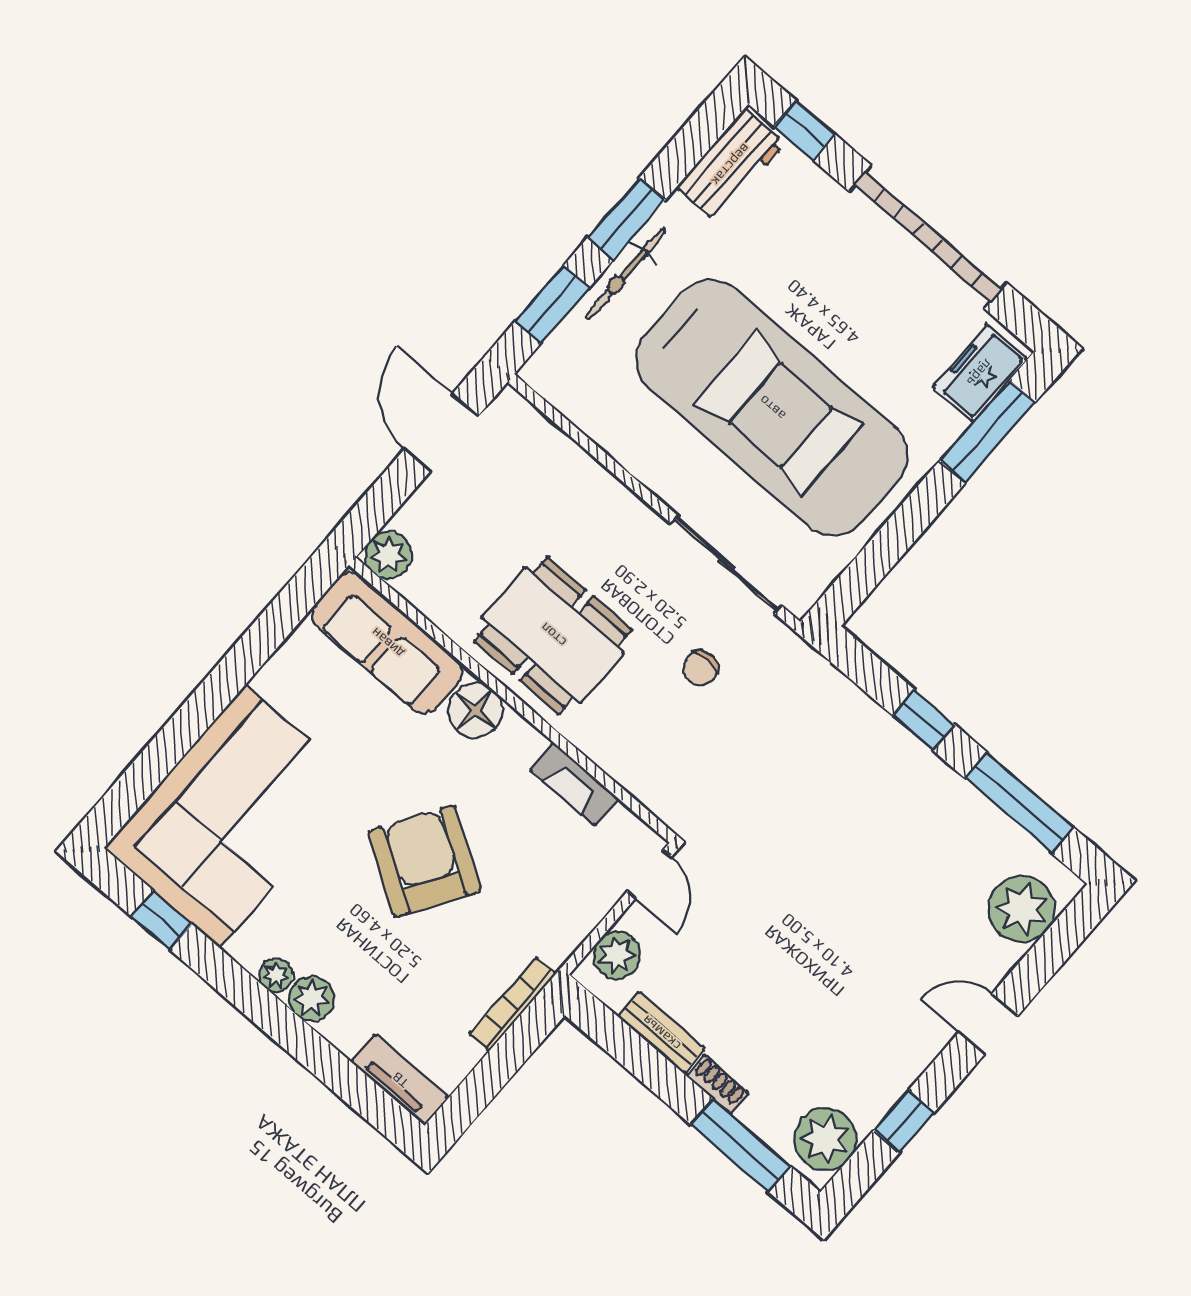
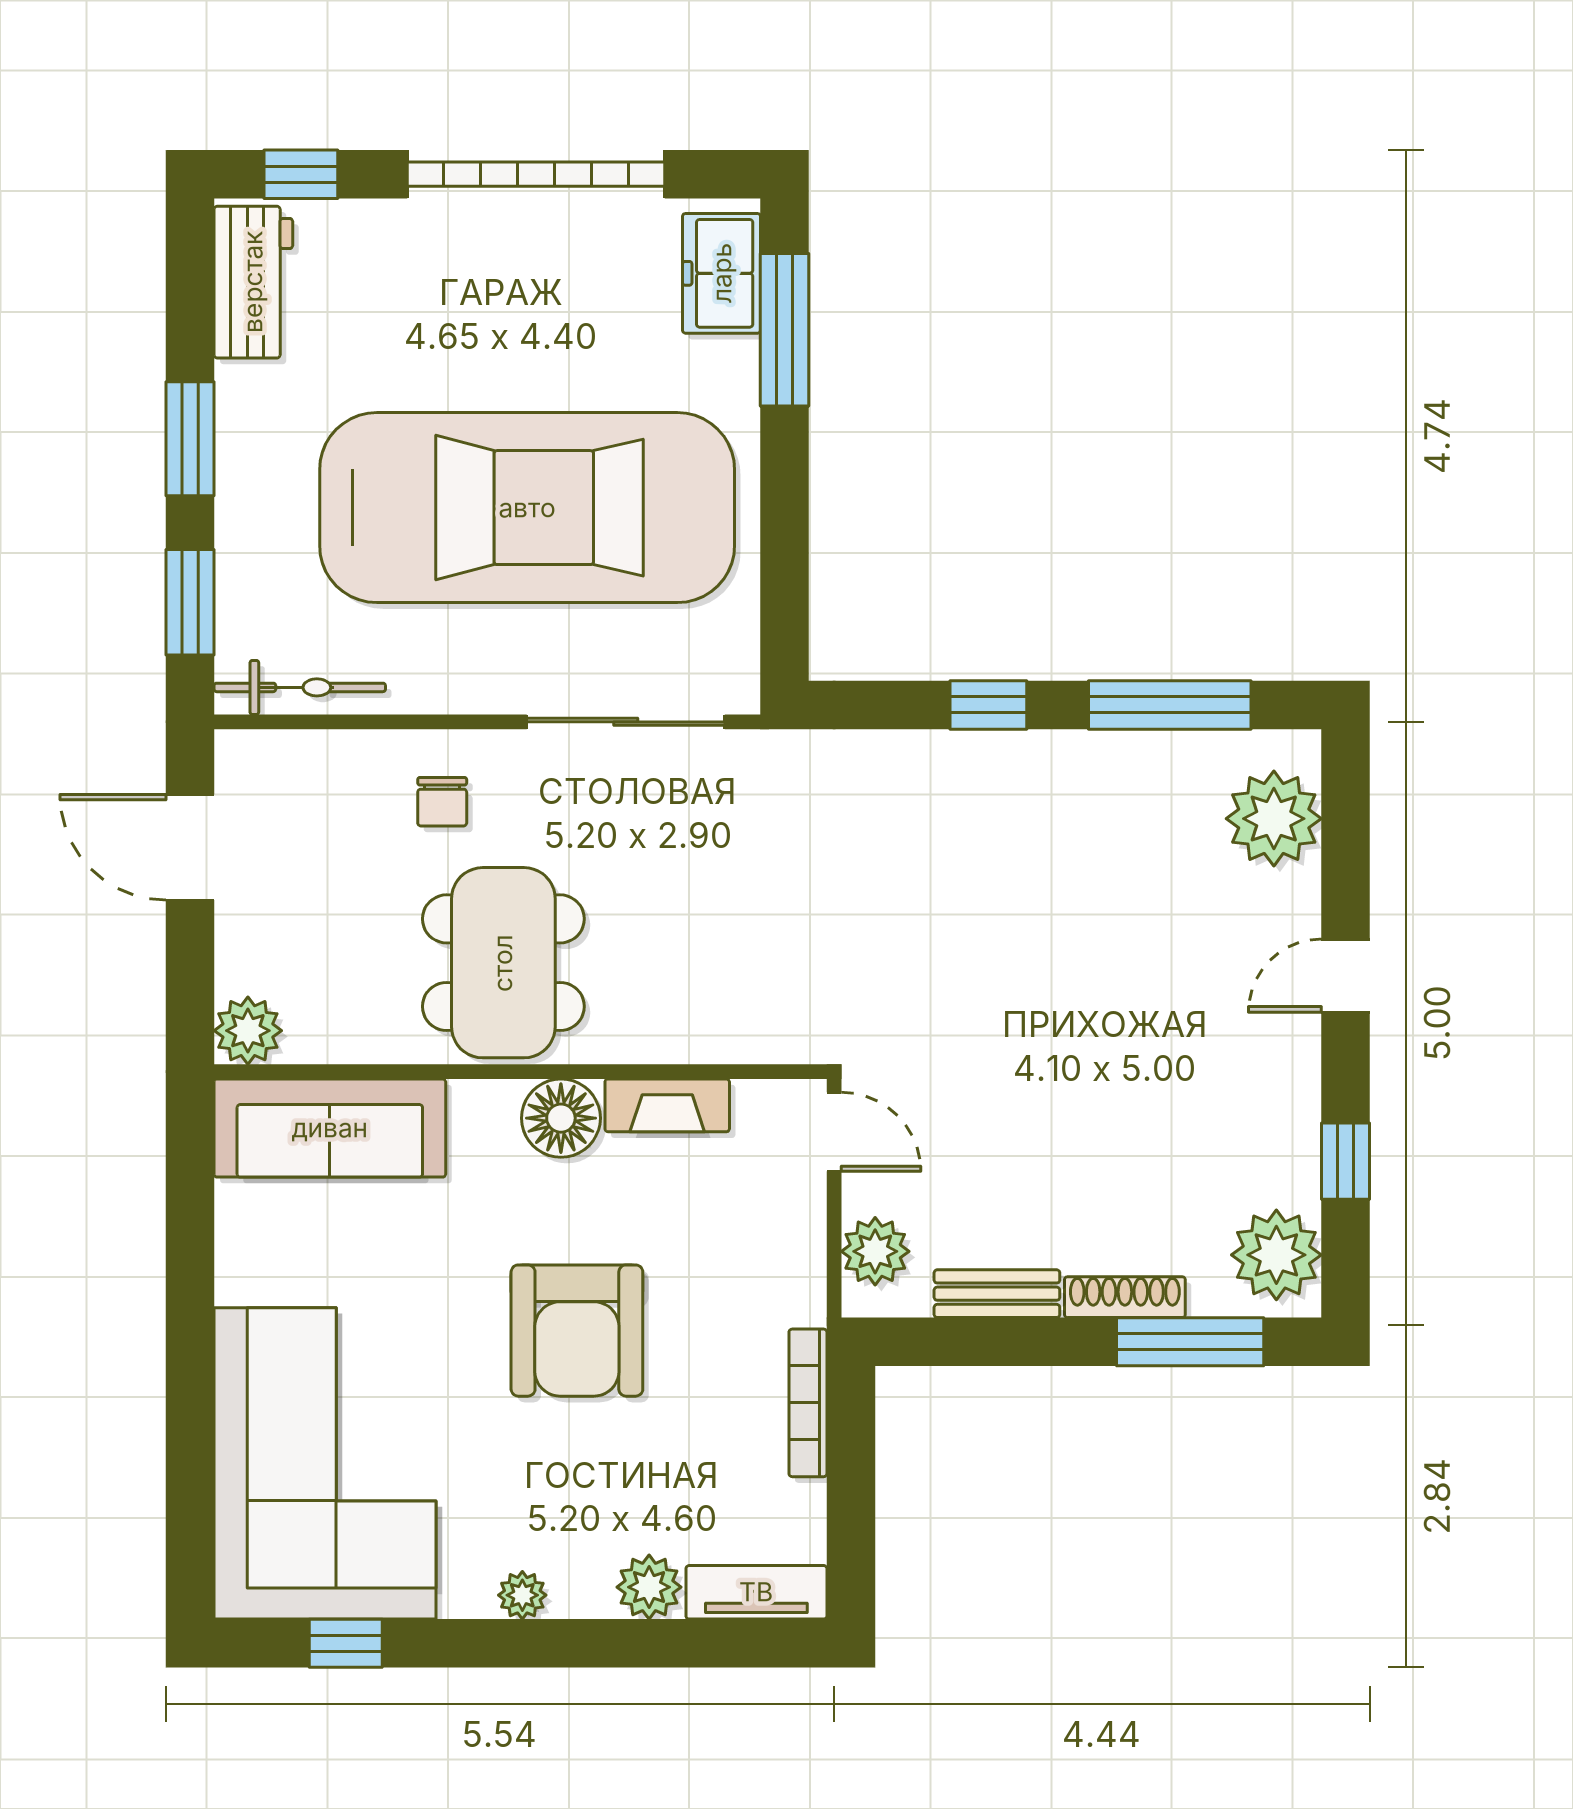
bicycle: (626, 274) -> (300, 687), moved, turned -90
dining table: (553, 635) -> (503, 963), turned 90
chair: (701, 668) -> (442, 802), moved
floor lamp: (475, 710) -> (561, 1118), moved
armchair: (425, 861) -> (577, 1331), turned -122
plant: (312, 998) -> (649, 1587), moved
shoe rack: (717, 1084) -> (1125, 1297), width x1.43

